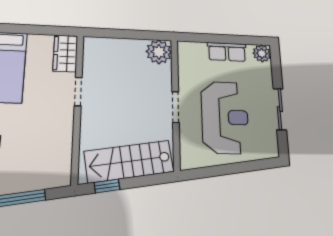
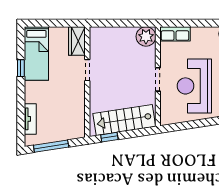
row of seats: (227, 52) -> (175, 34), moved
reception desk: (225, 117) -> (194, 86), turned 180

